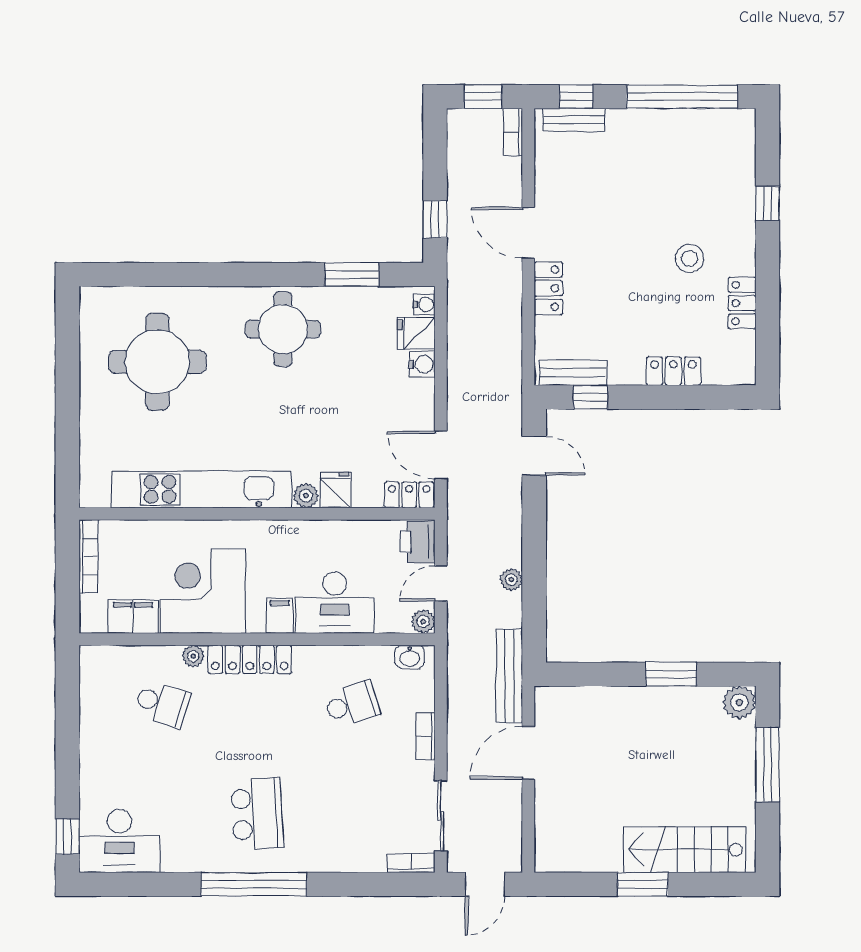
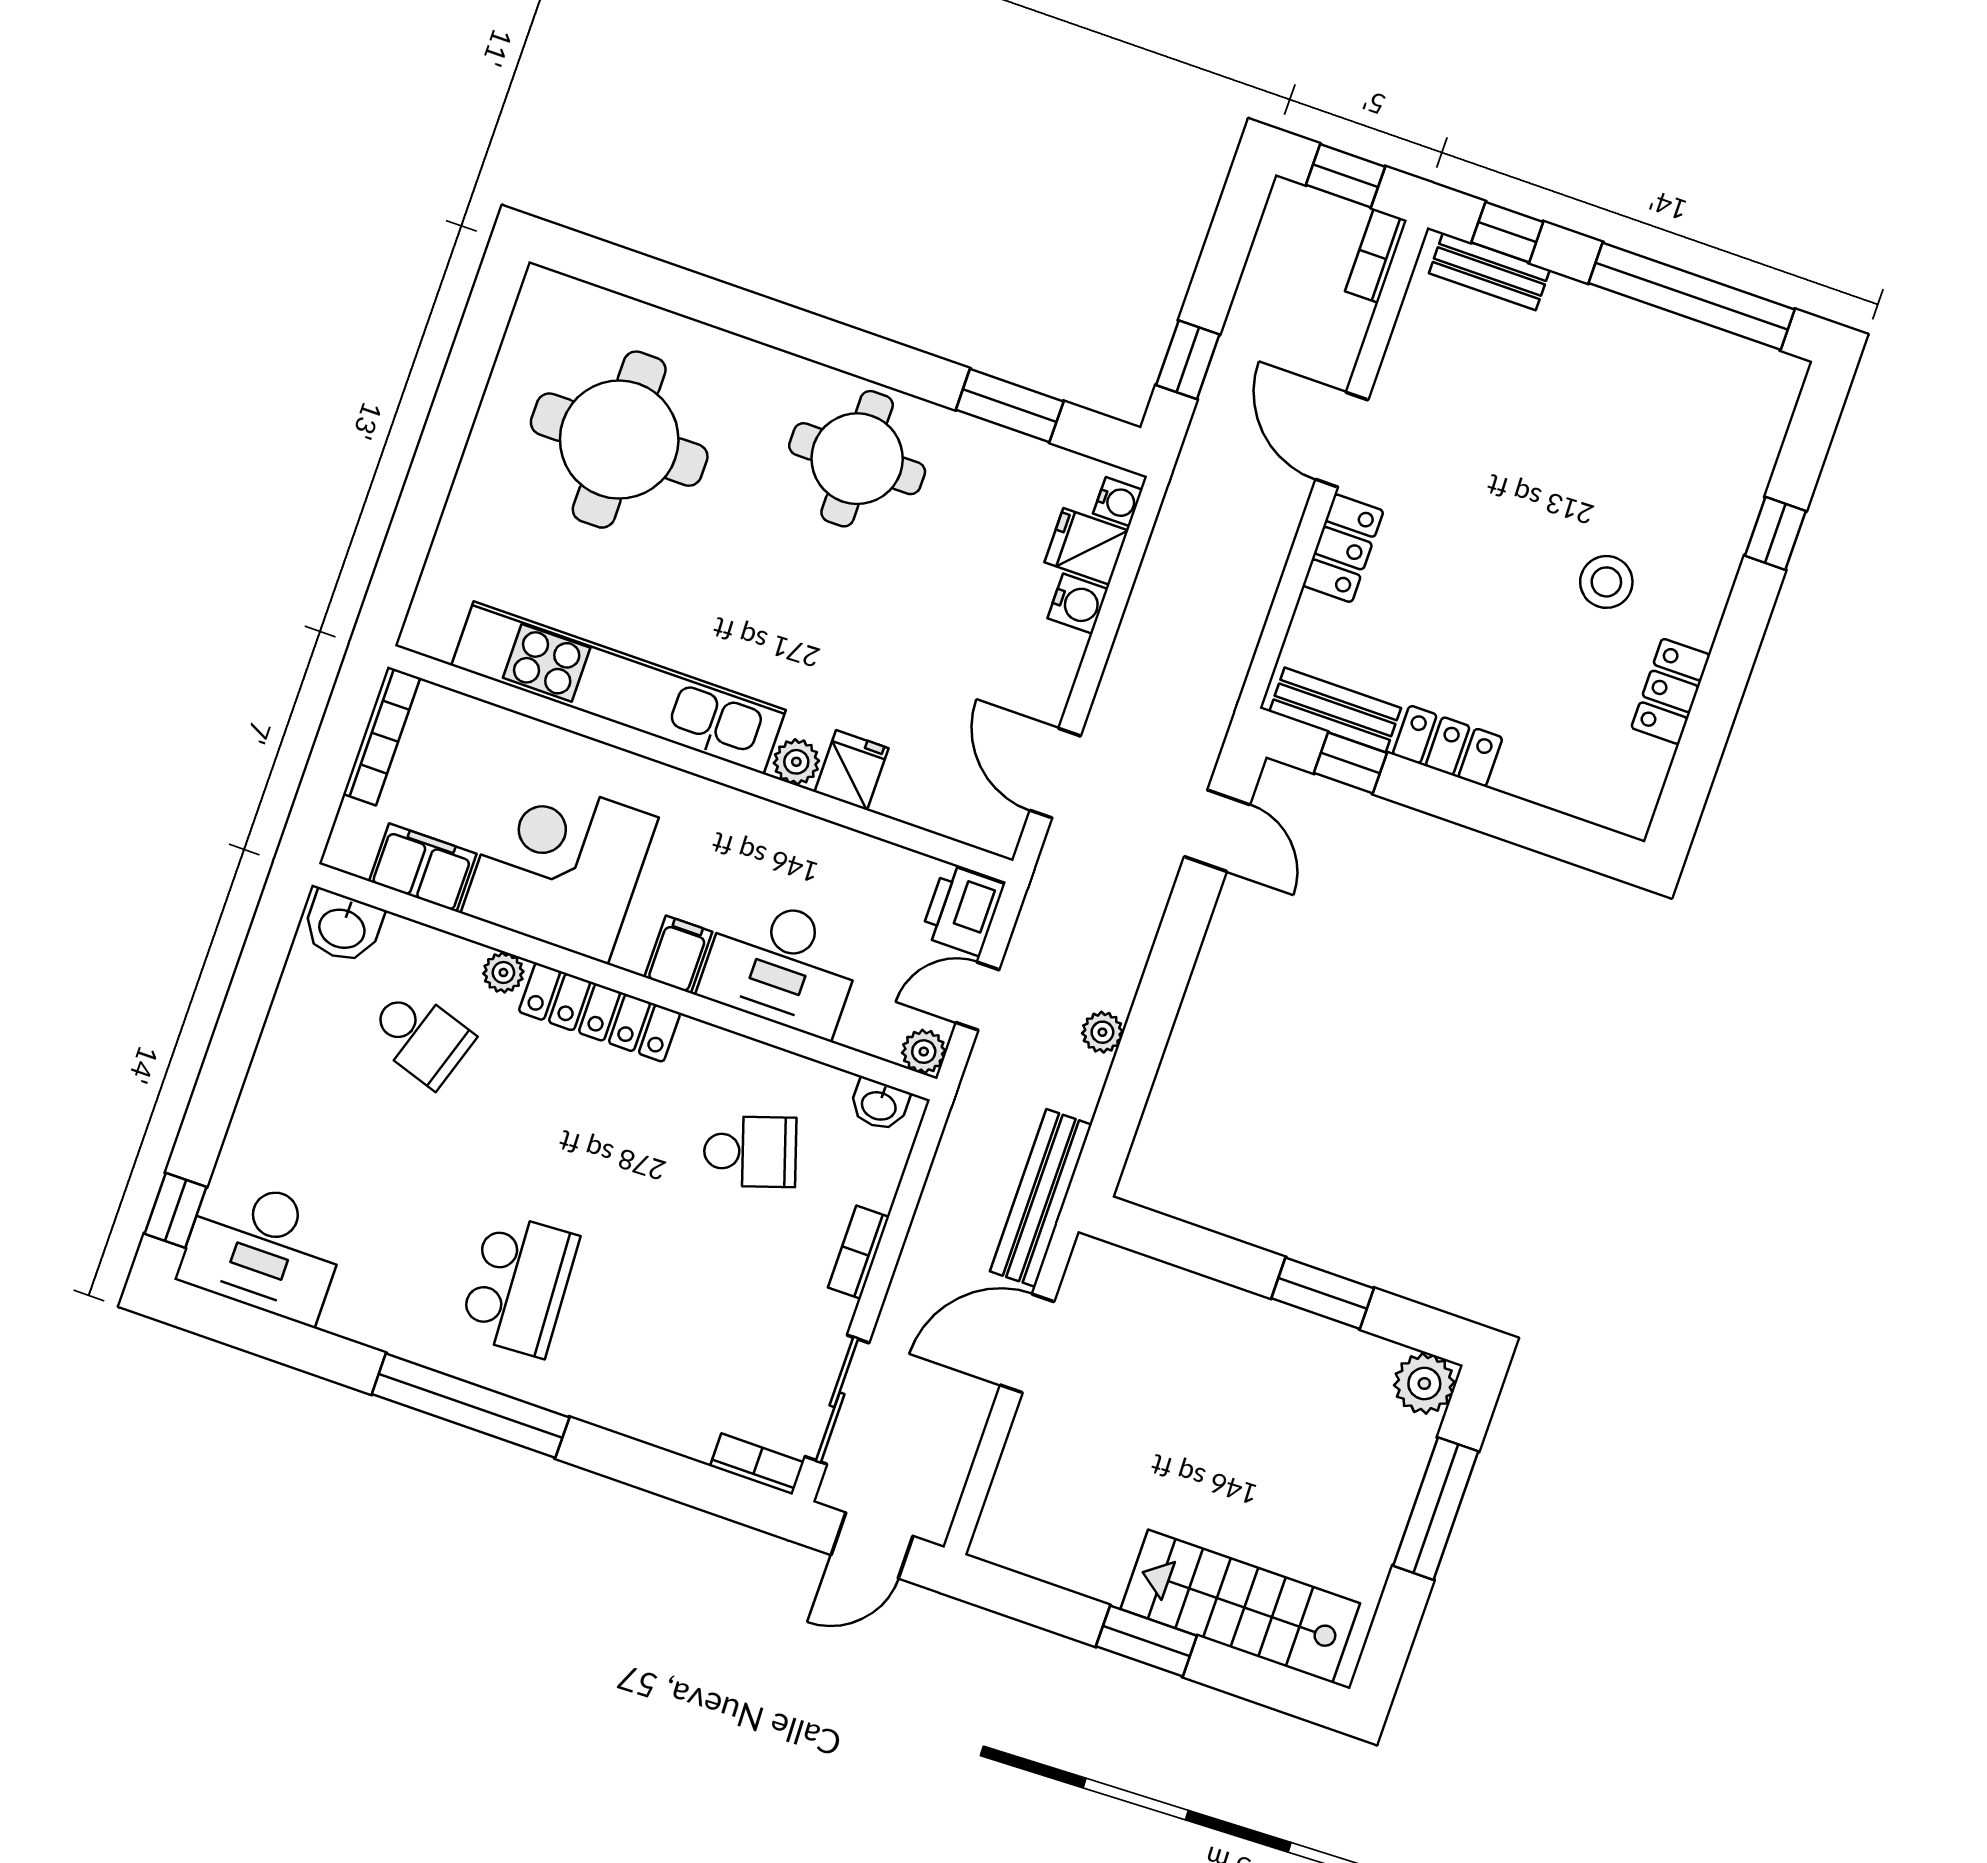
locker: (673, 371) -> (1448, 746), moved
locker: (409, 495) -> (976, 823), removed
washbasin: (103, 662) -> (343, 927), added

